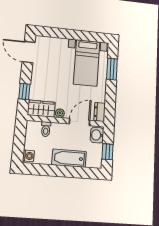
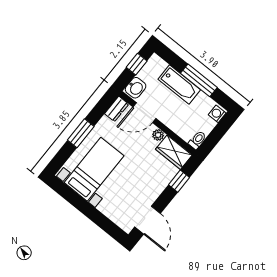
window: (112, 69) -> (81, 133), moved
toilet: (46, 129) -> (197, 140), moved
window: (57, 171) -> (199, 80), added

